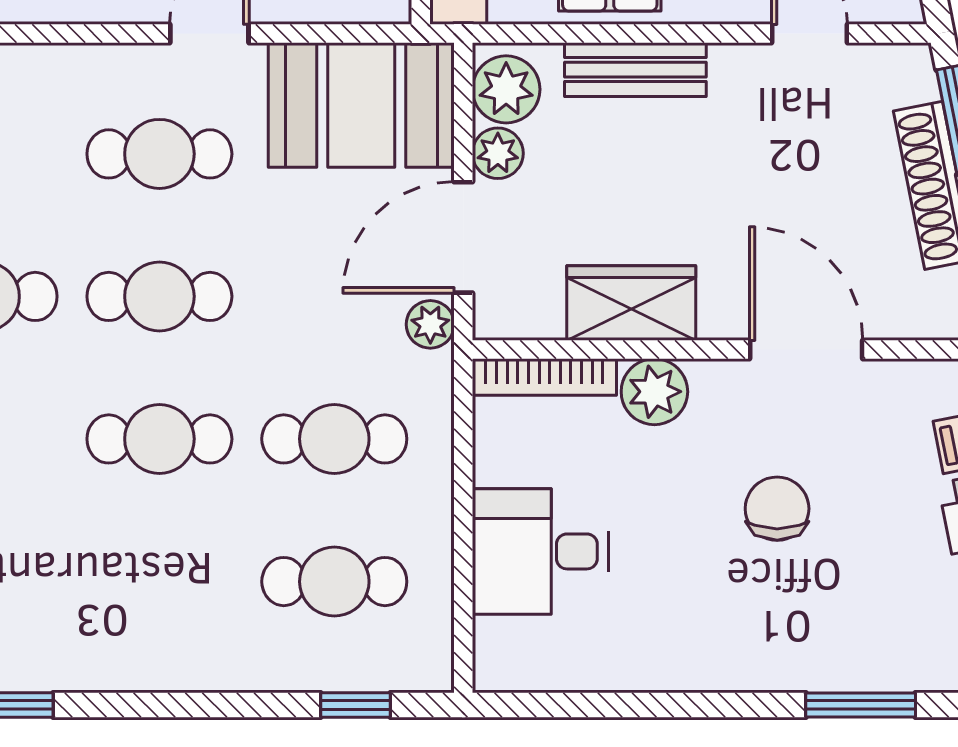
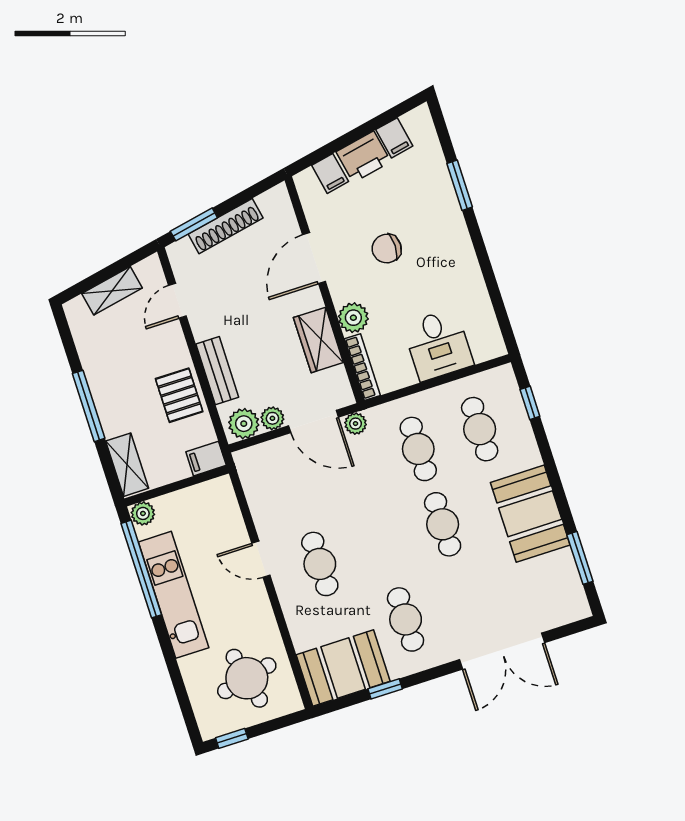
booth: (361, 105) -> (530, 514), moved
cafe table: (159, 296) -> (381, 544), removed

